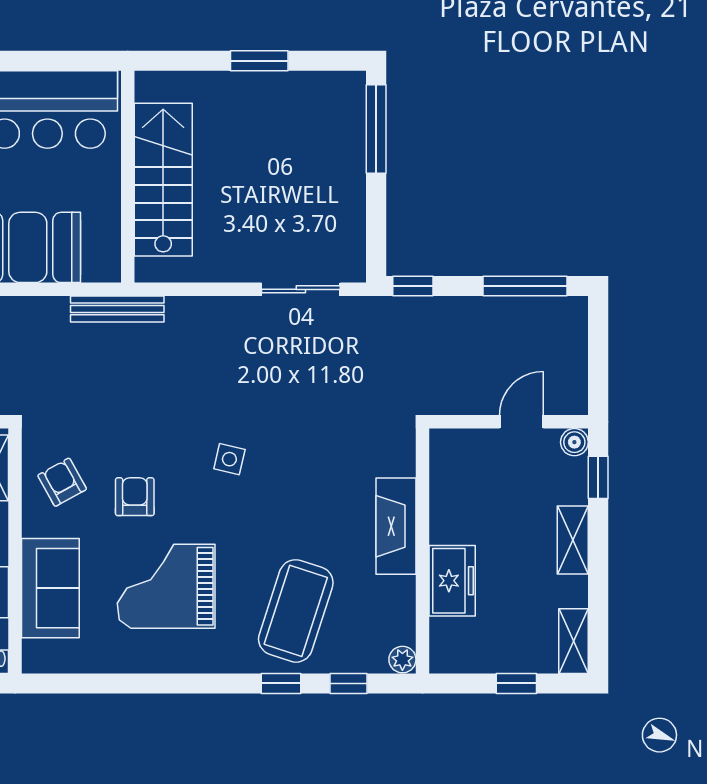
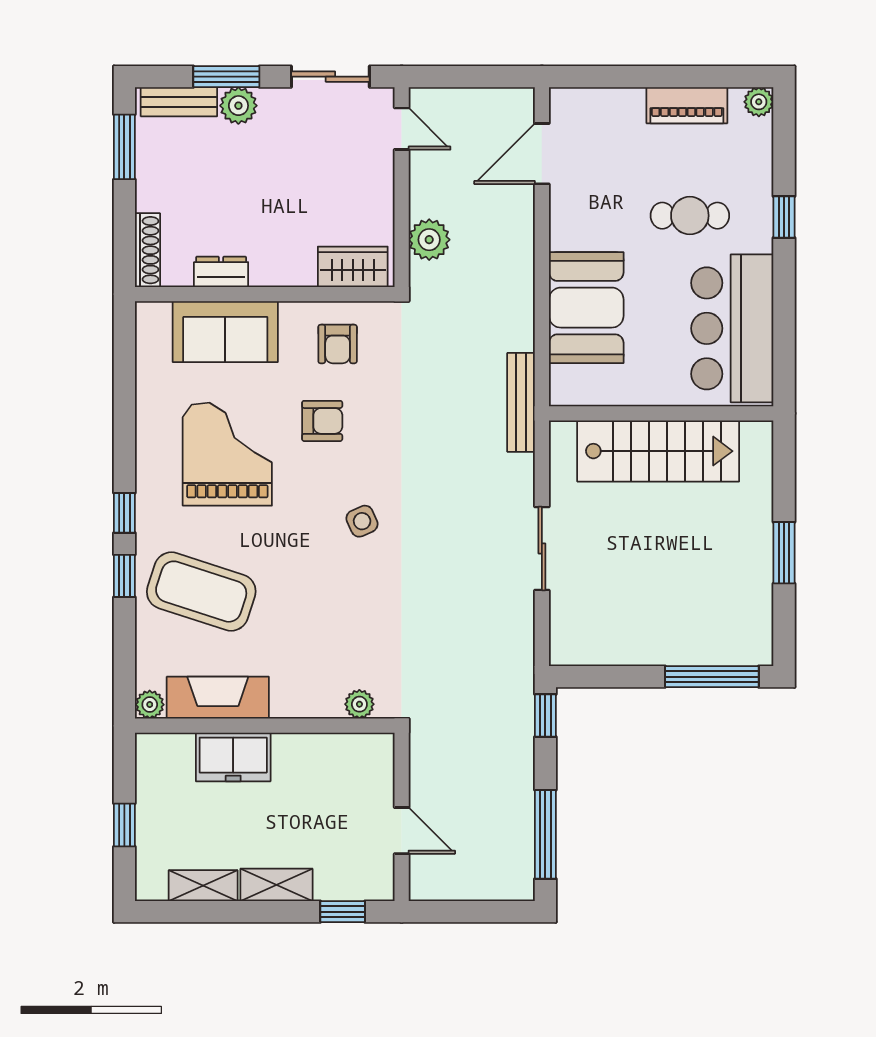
sliding door: (301, 289) -> (542, 548), moved
boiler: (574, 442) -> (380, 887), removed
side table: (229, 459) -> (362, 521), turned -37
plant: (402, 462) -> (359, 704), added
armchair: (62, 482) -> (338, 344), turned 119
fireplace: (396, 526) -> (218, 698), moved
shelving: (574, 641) -> (203, 886), moved
window: (348, 683) -> (124, 513), moved

